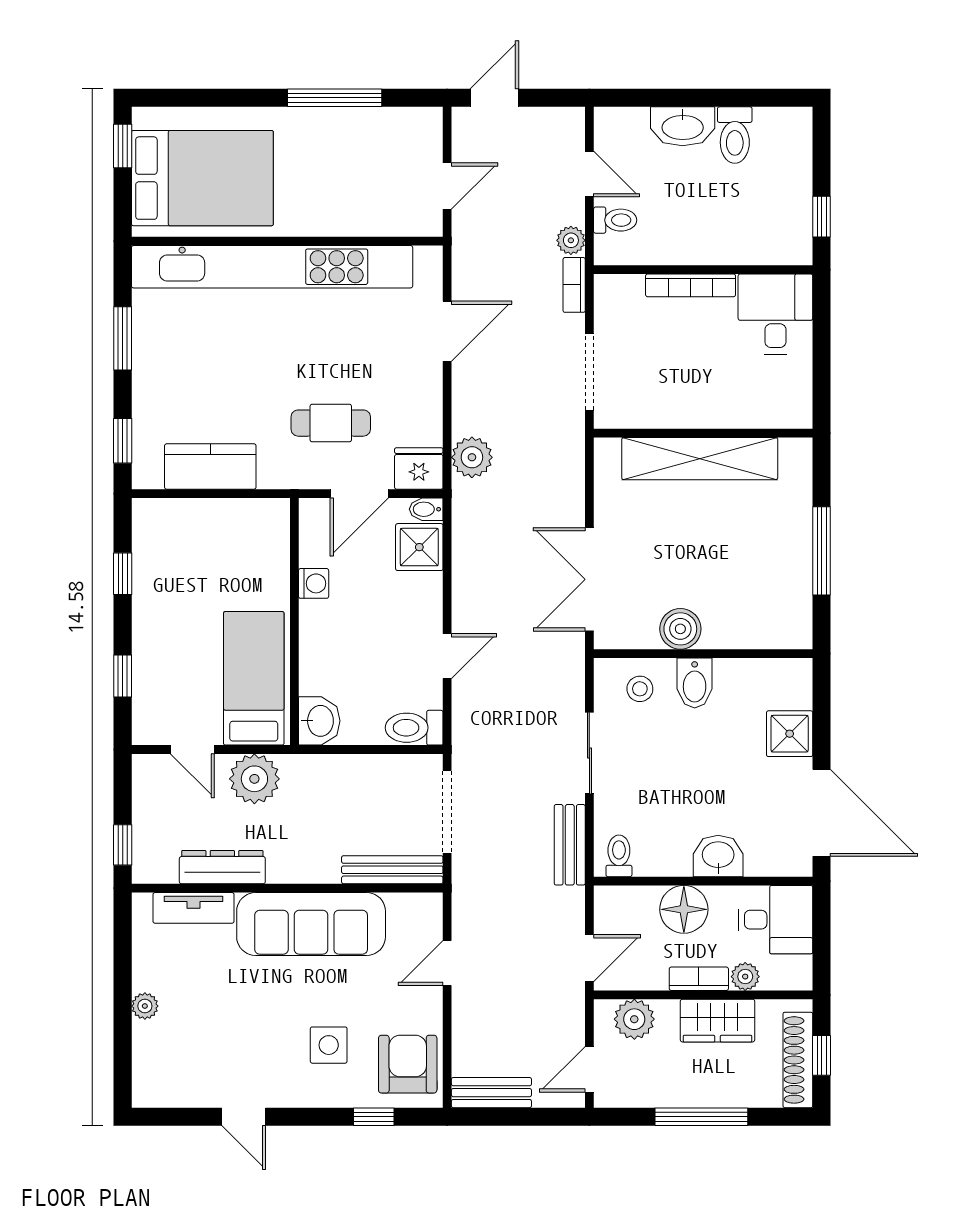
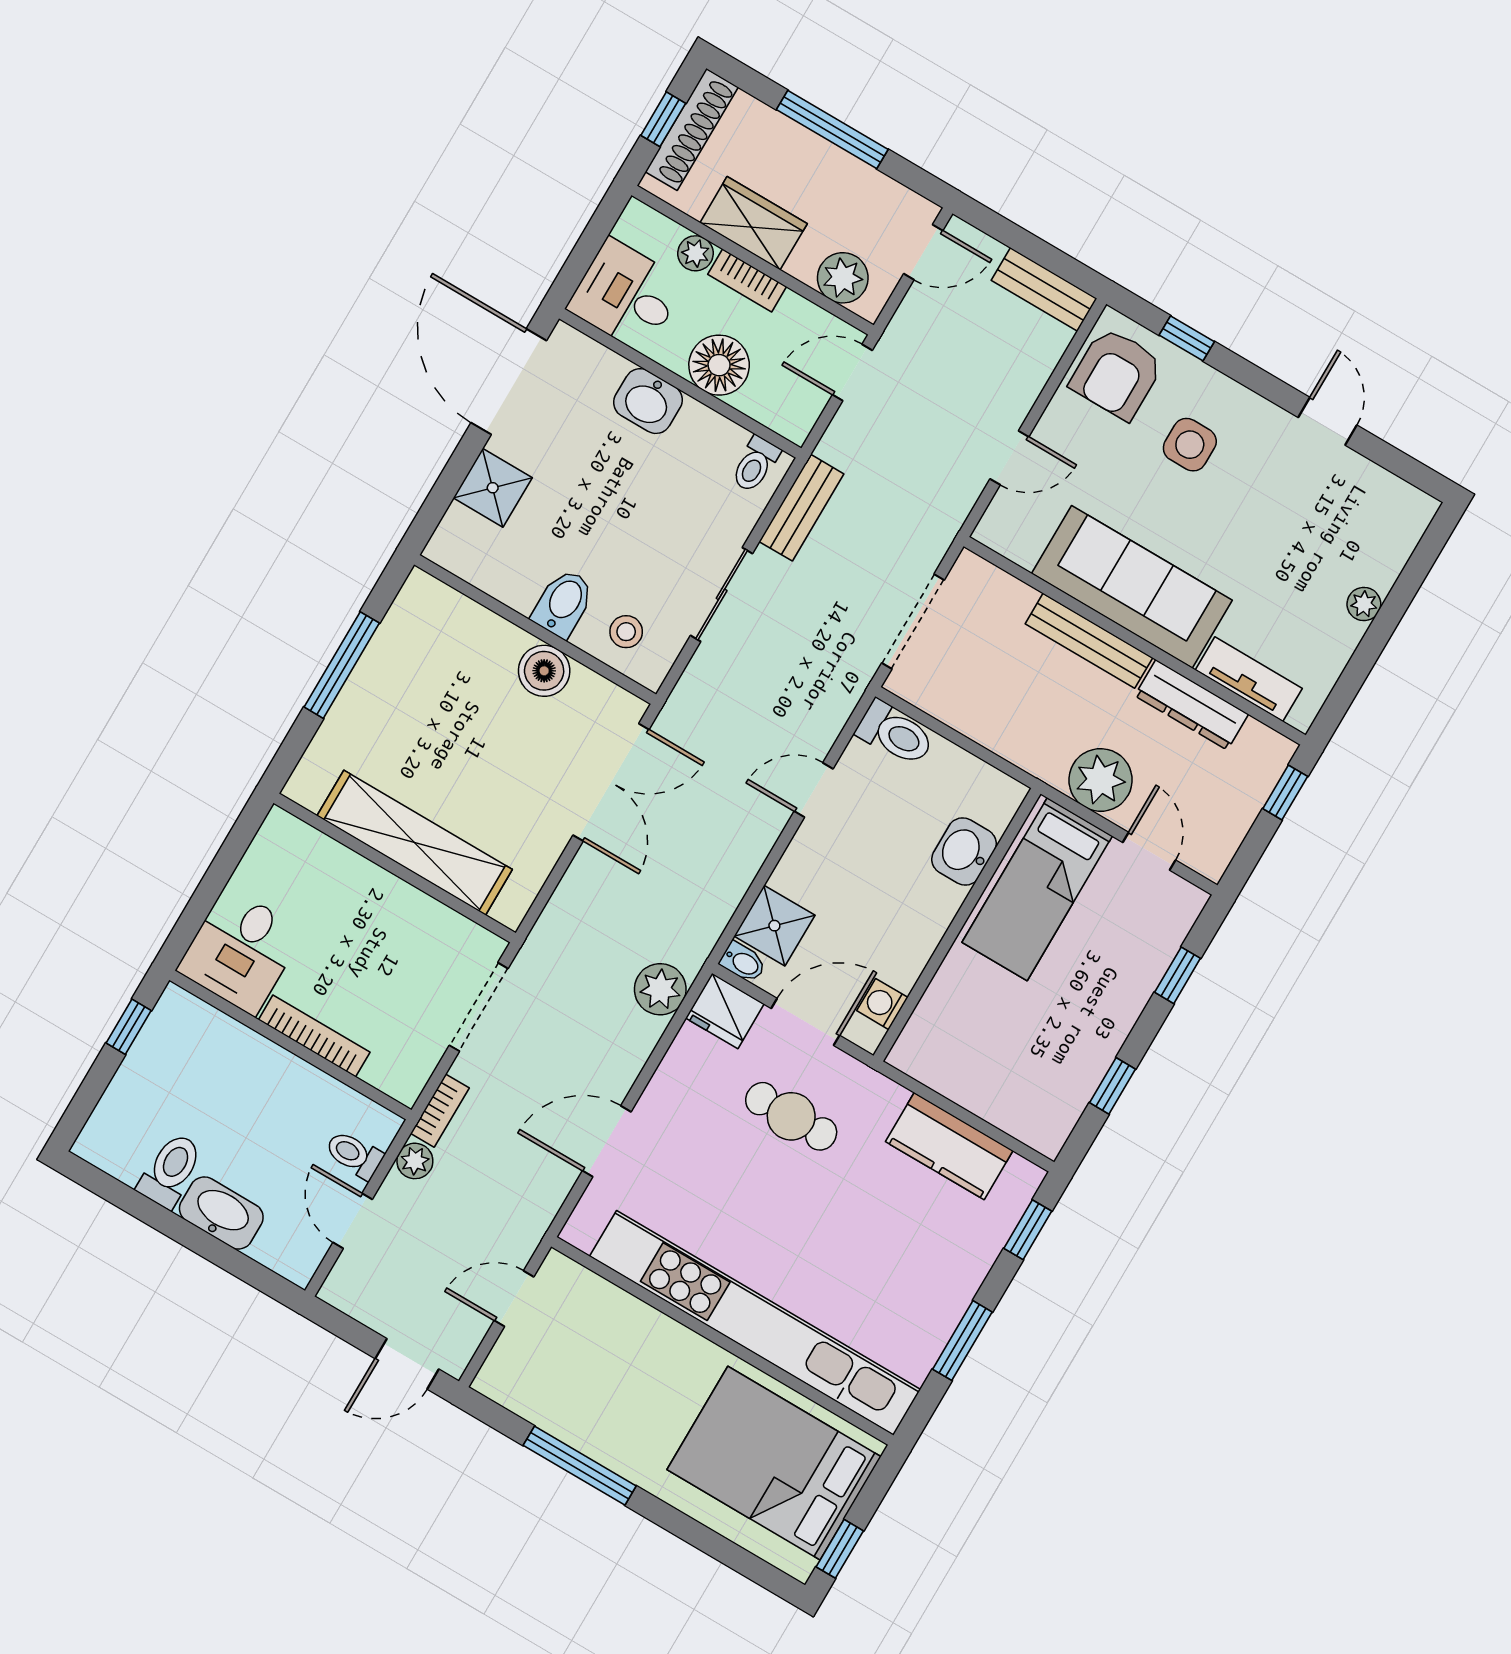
washing machine: (314, 583) -> (882, 1004), moved
washbasin: (319, 721) -> (964, 851), moved
bench: (392, 870) -> (1089, 641), moved

